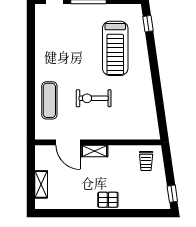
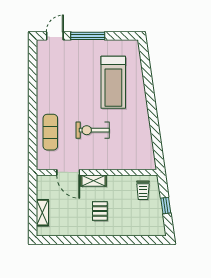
window: (148, 24) -> (145, 59), removed
window: (172, 194) -> (166, 205), moved
pallet: (108, 200) -> (100, 211), moved, turned 90

